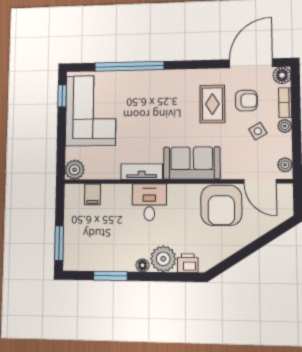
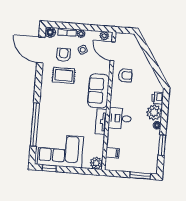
door: (260, 181) -> (113, 51), swing flipped
armchair: (221, 205) -> (125, 75), width x0.53, depth x0.53

